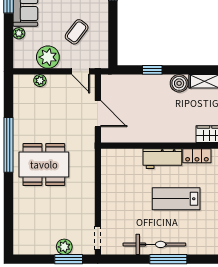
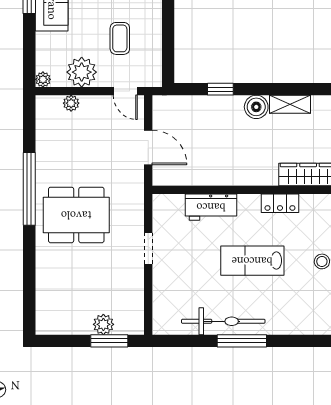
coffee table: (77, 32) -> (120, 38), turned -37
plant: (19, 33) -> (43, 79), moved
workbench: (162, 159) -> (211, 207), moved
doorway: (98, 238) -> (148, 248), moved

